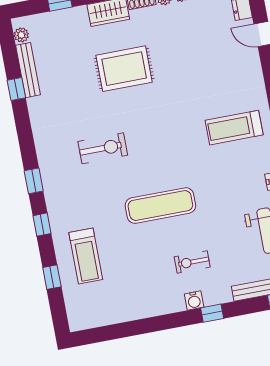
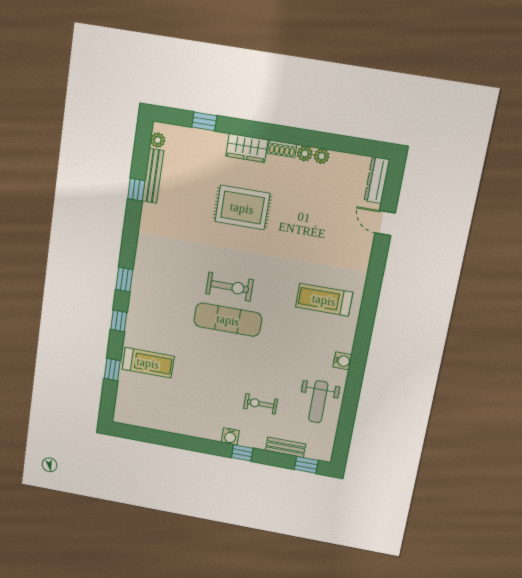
exercise bike: (103, 148) -> (230, 287), moved
exercise mat: (160, 206) -> (228, 320), moved
treadmill: (86, 256) -> (148, 363), turned -90
exercise bike: (192, 262) -> (261, 404), moved

